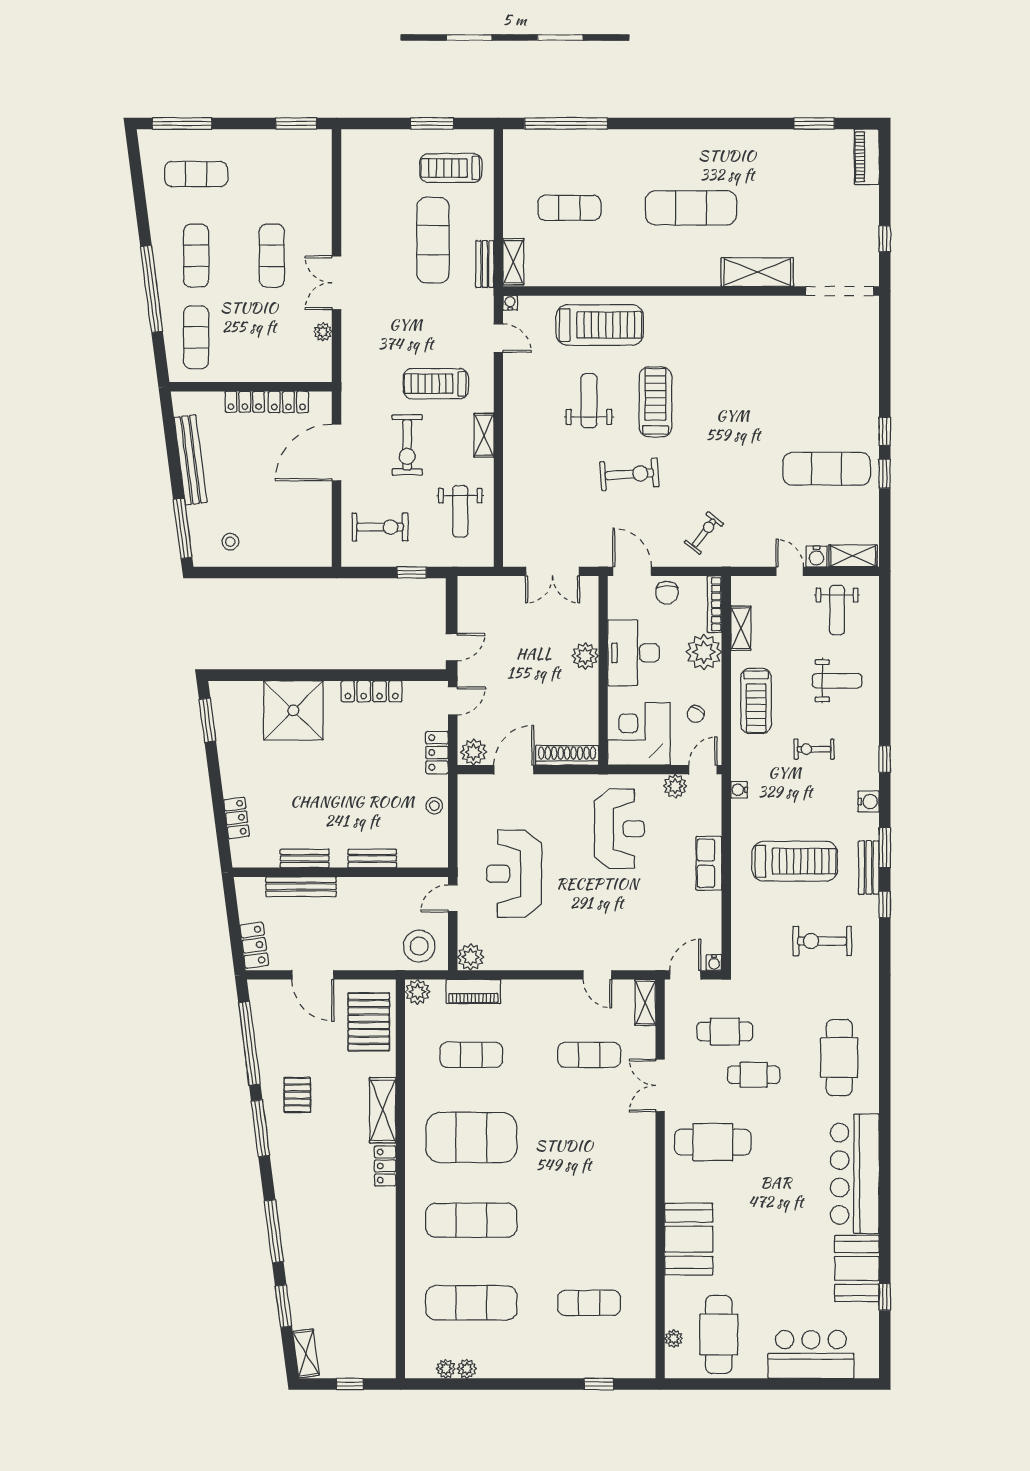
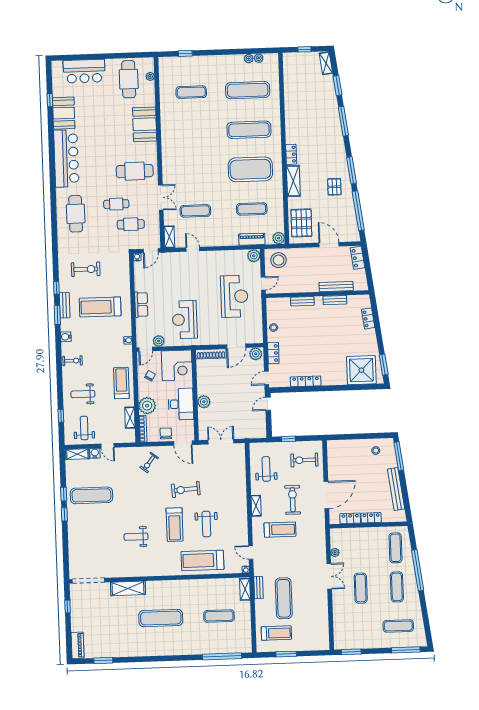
weight bench: (737, 379) -> (136, 537), added
shower: (293, 710) -> (361, 370), moved
exercise bike: (814, 749) -> (73, 361), moved
window: (885, 759) -> (61, 416), moved

